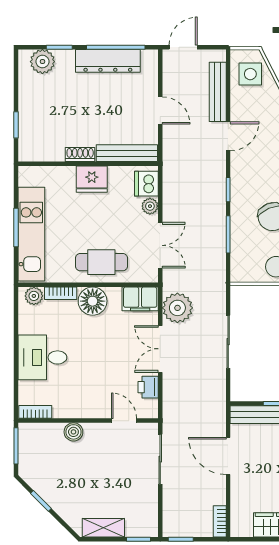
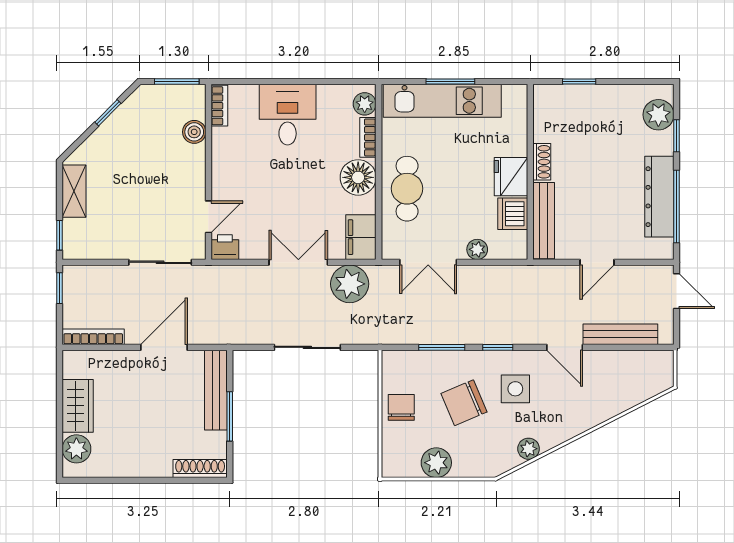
side table: (250, 74) -> (515, 389), moved
dishwasher: (146, 184) -> (513, 214), moved, turned -90
printer: (148, 387) -> (225, 247), moved
boiler: (73, 432) -> (194, 132), moved
bookcase: (220, 521) -> (93, 337), width x1.56

